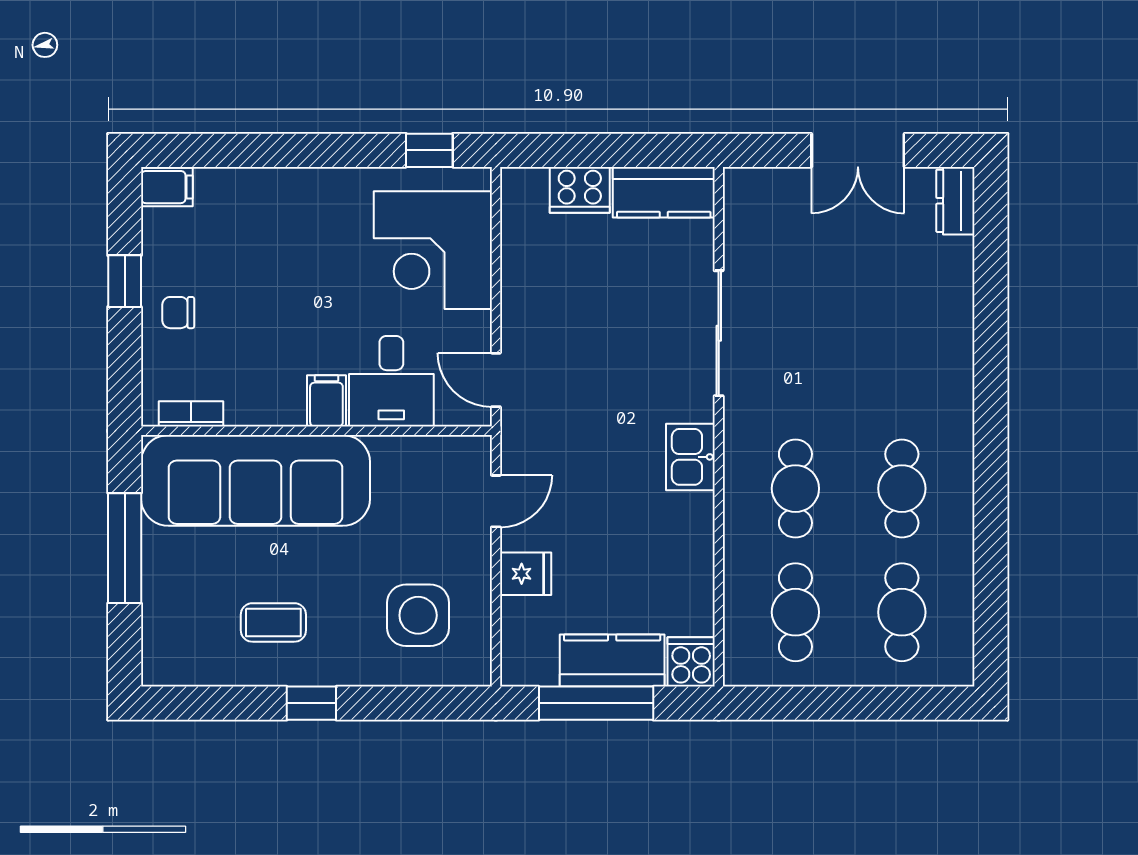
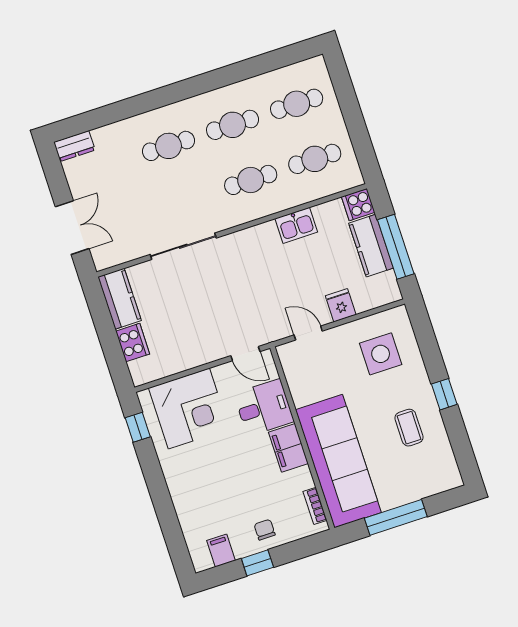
double door: (858, 150) -> (72, 228), moved
filing cabinet: (167, 187) -> (221, 551), moved
chair: (178, 313) -> (265, 530), turned 180
cafe table: (902, 365) -> (168, 146), added
door: (496, 380) -> (245, 354), hinge flipped
filing cabinet: (326, 401) -> (288, 448), width x2.00
kitchen sink: (690, 457) -> (296, 225), moved

